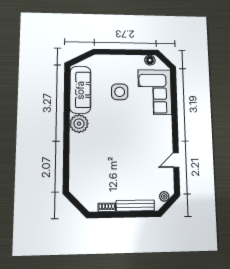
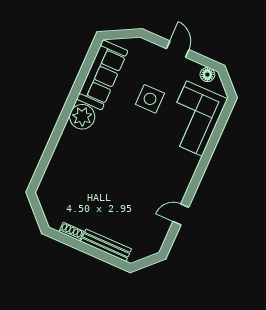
door: (123, 52) -> (178, 49), added
plant: (164, 196) -> (146, 251), removed

